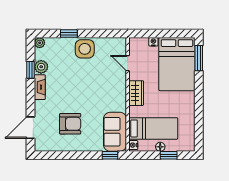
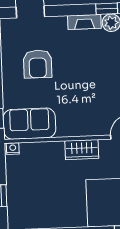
bed: (153, 128) -> (36, 174), removed
floor lamp: (160, 147) -> (12, 184), removed

